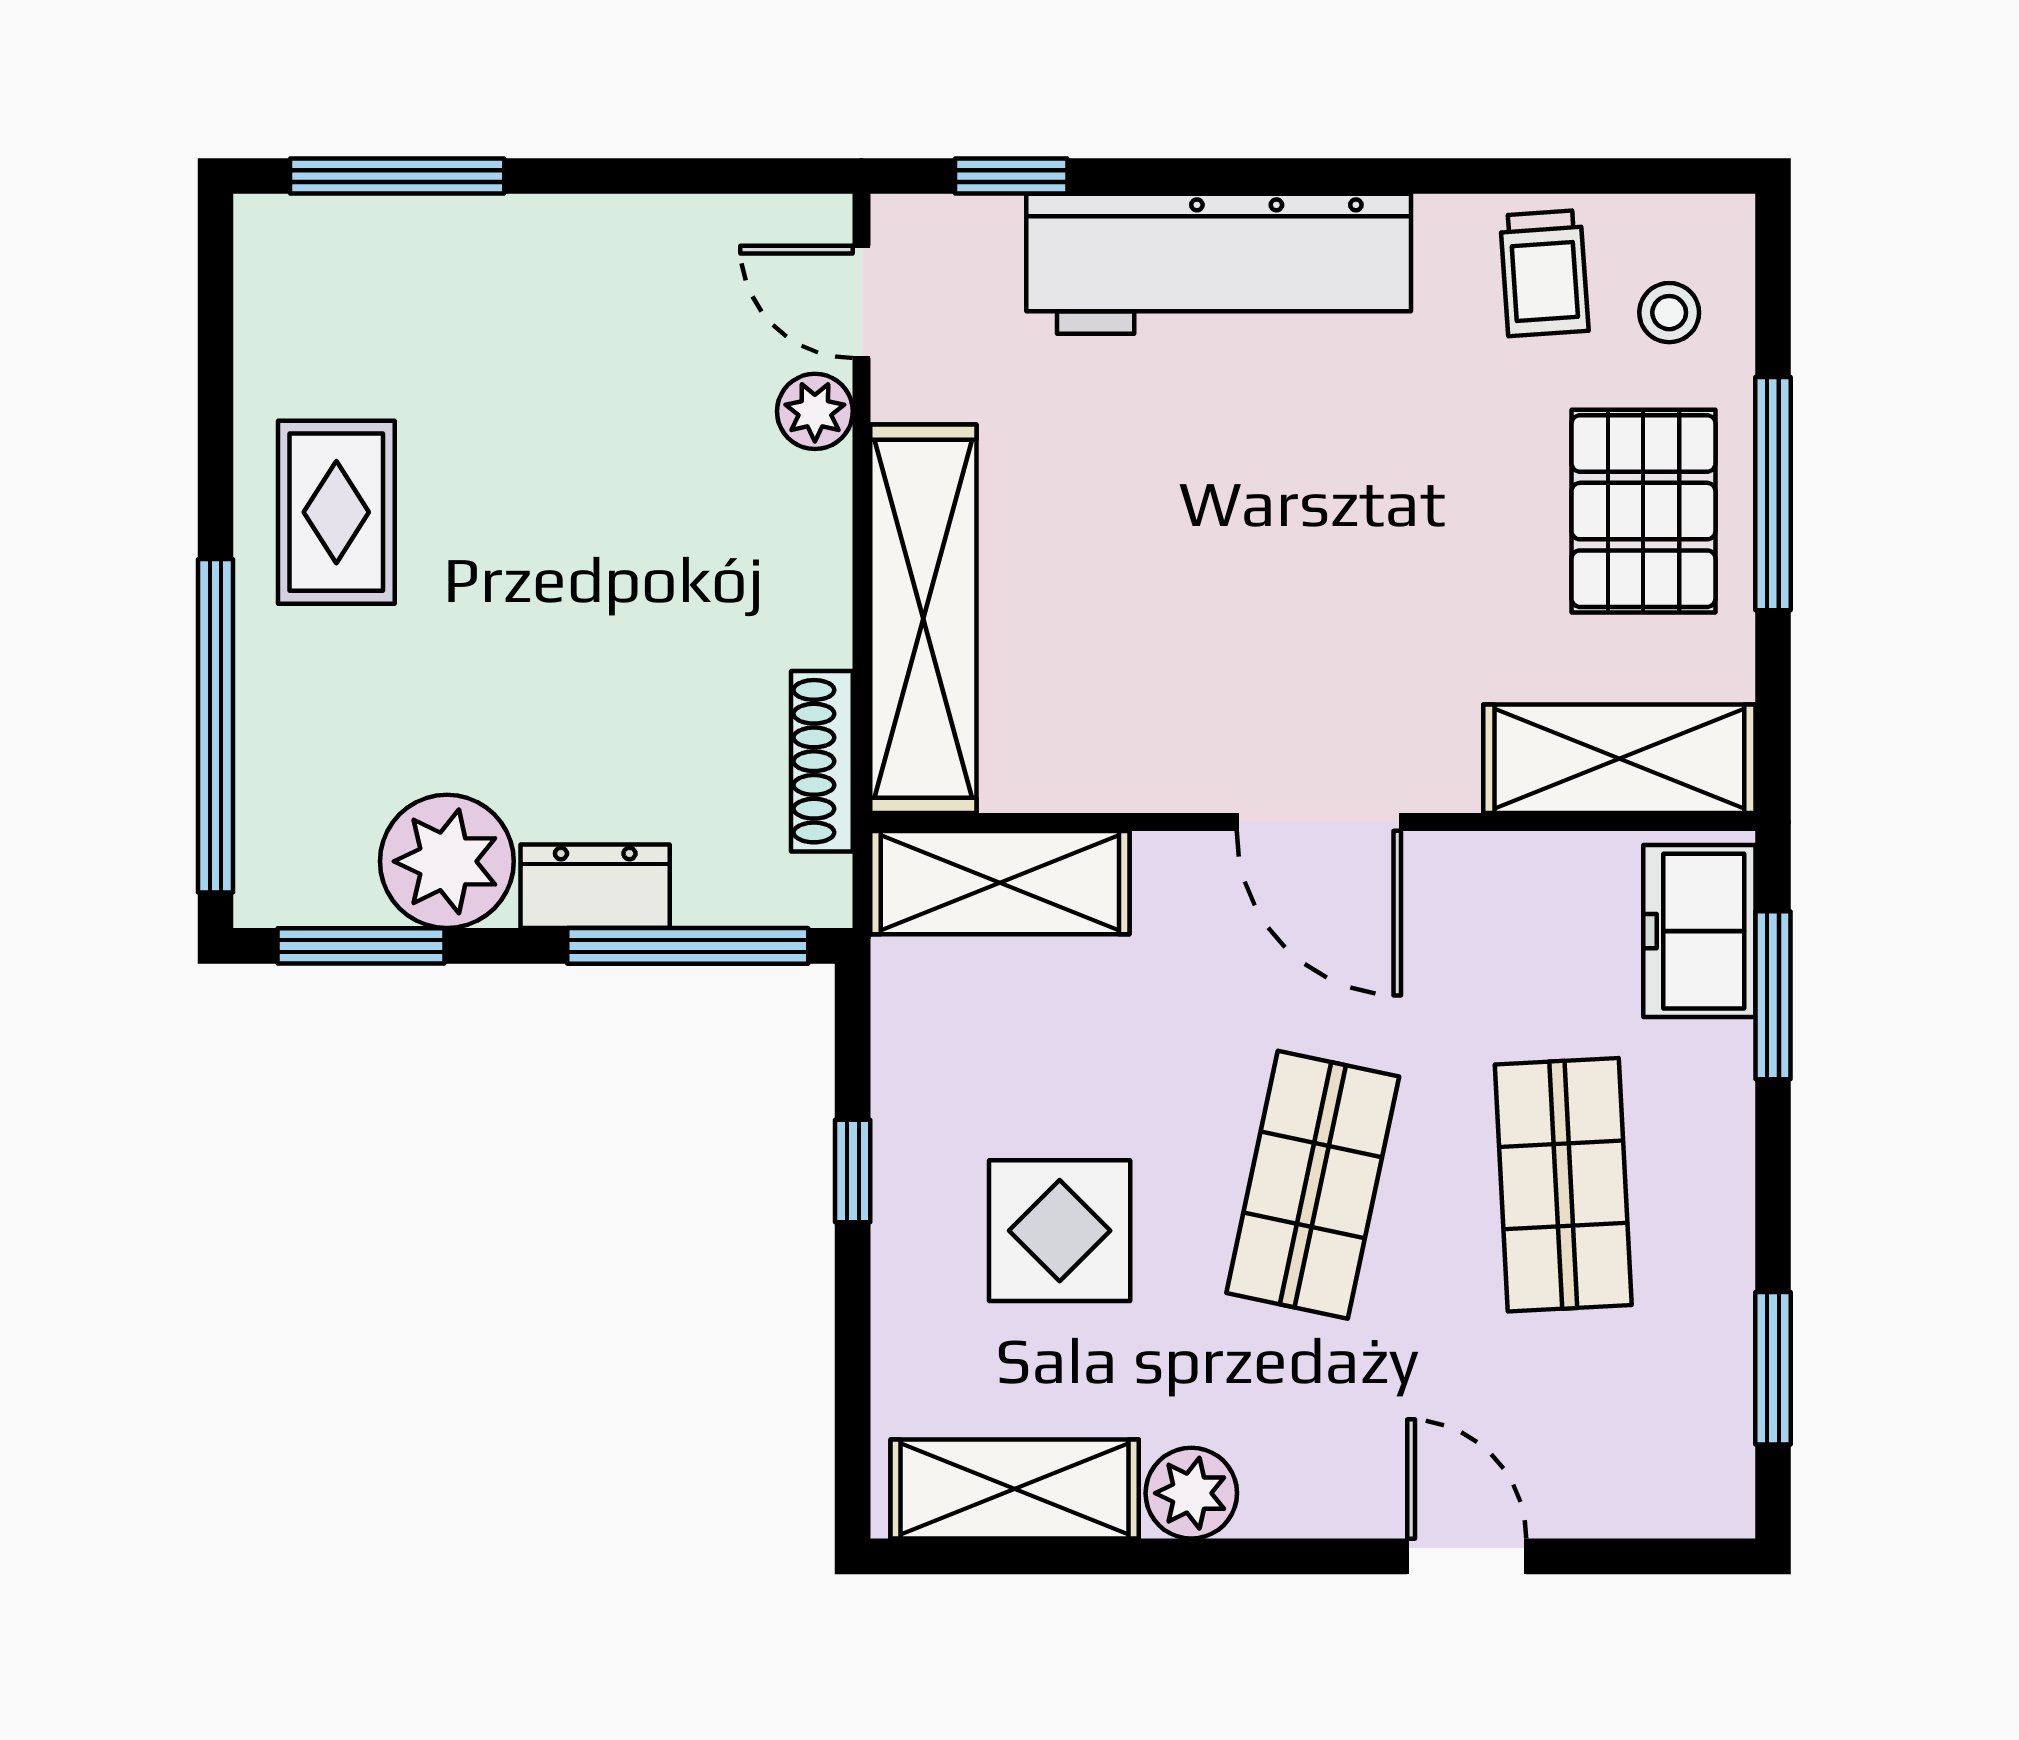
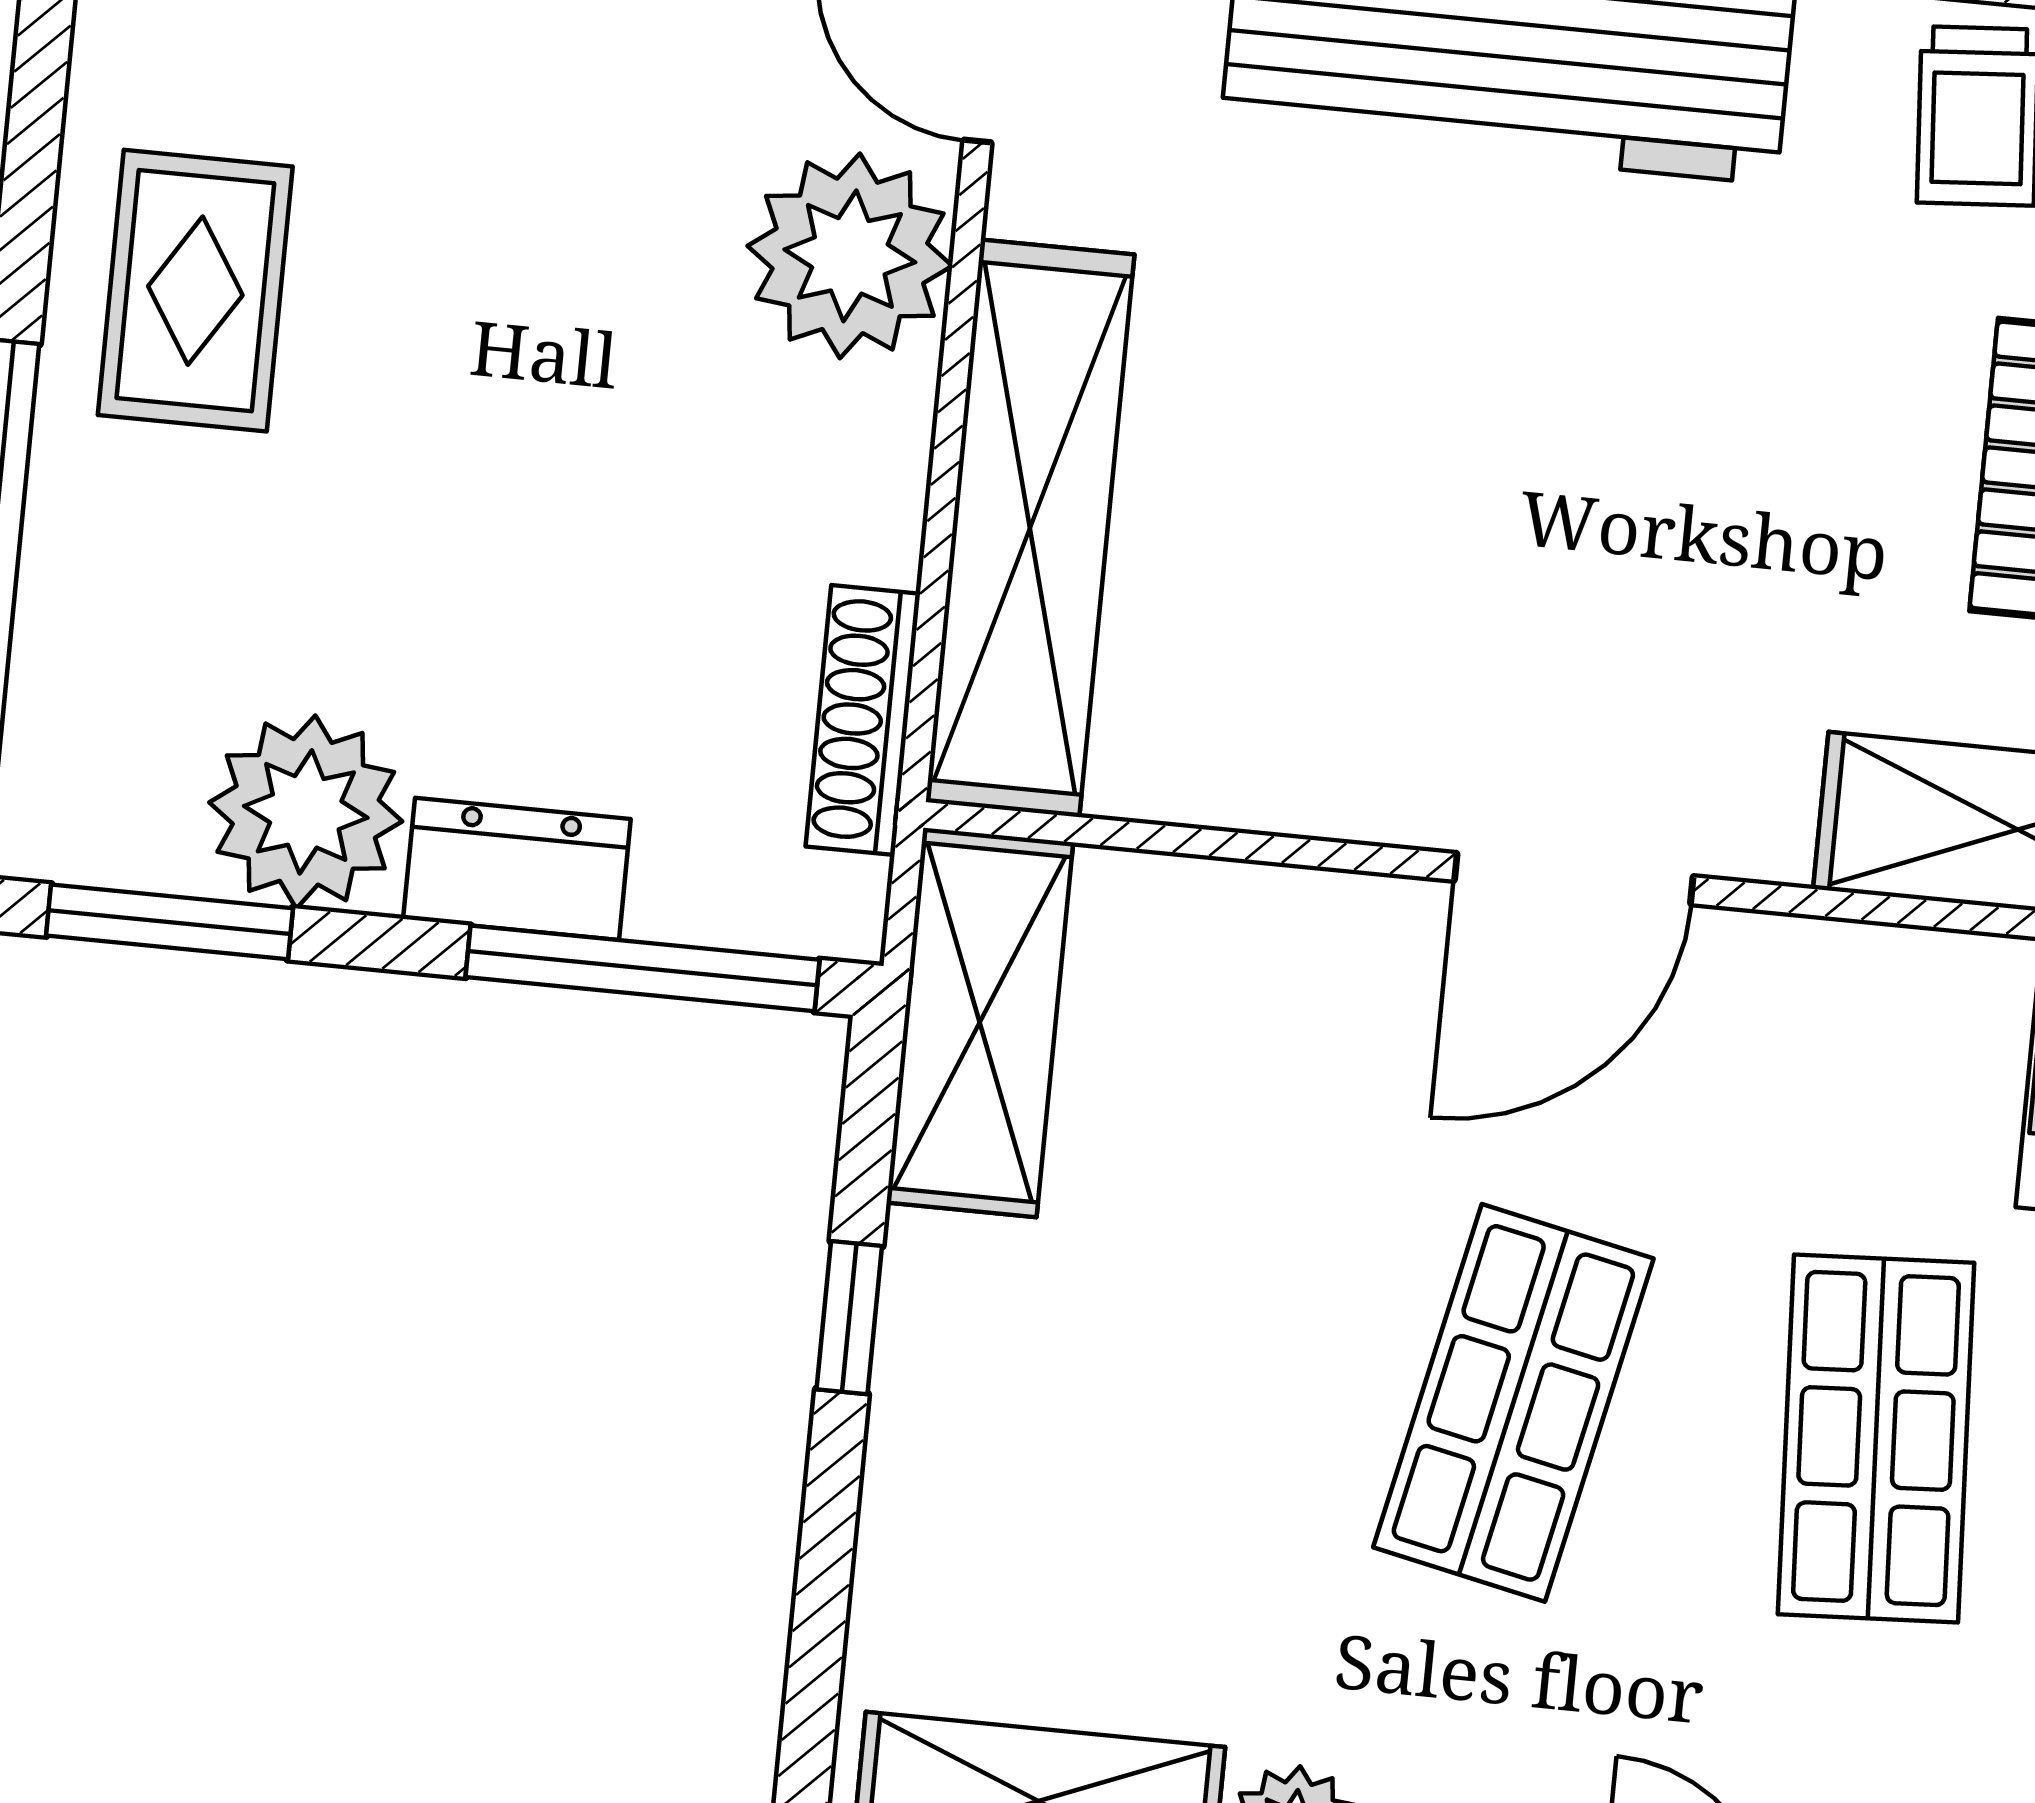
plant: (815, 411) -> (850, 256), width x1.88, depth x1.88
door: (1319, 822) -> (1574, 879), hinge flipped
shelving: (1000, 883) -> (980, 1023), moved, turned 90
display table: (1060, 1231) -> (1140, 1433), removed

